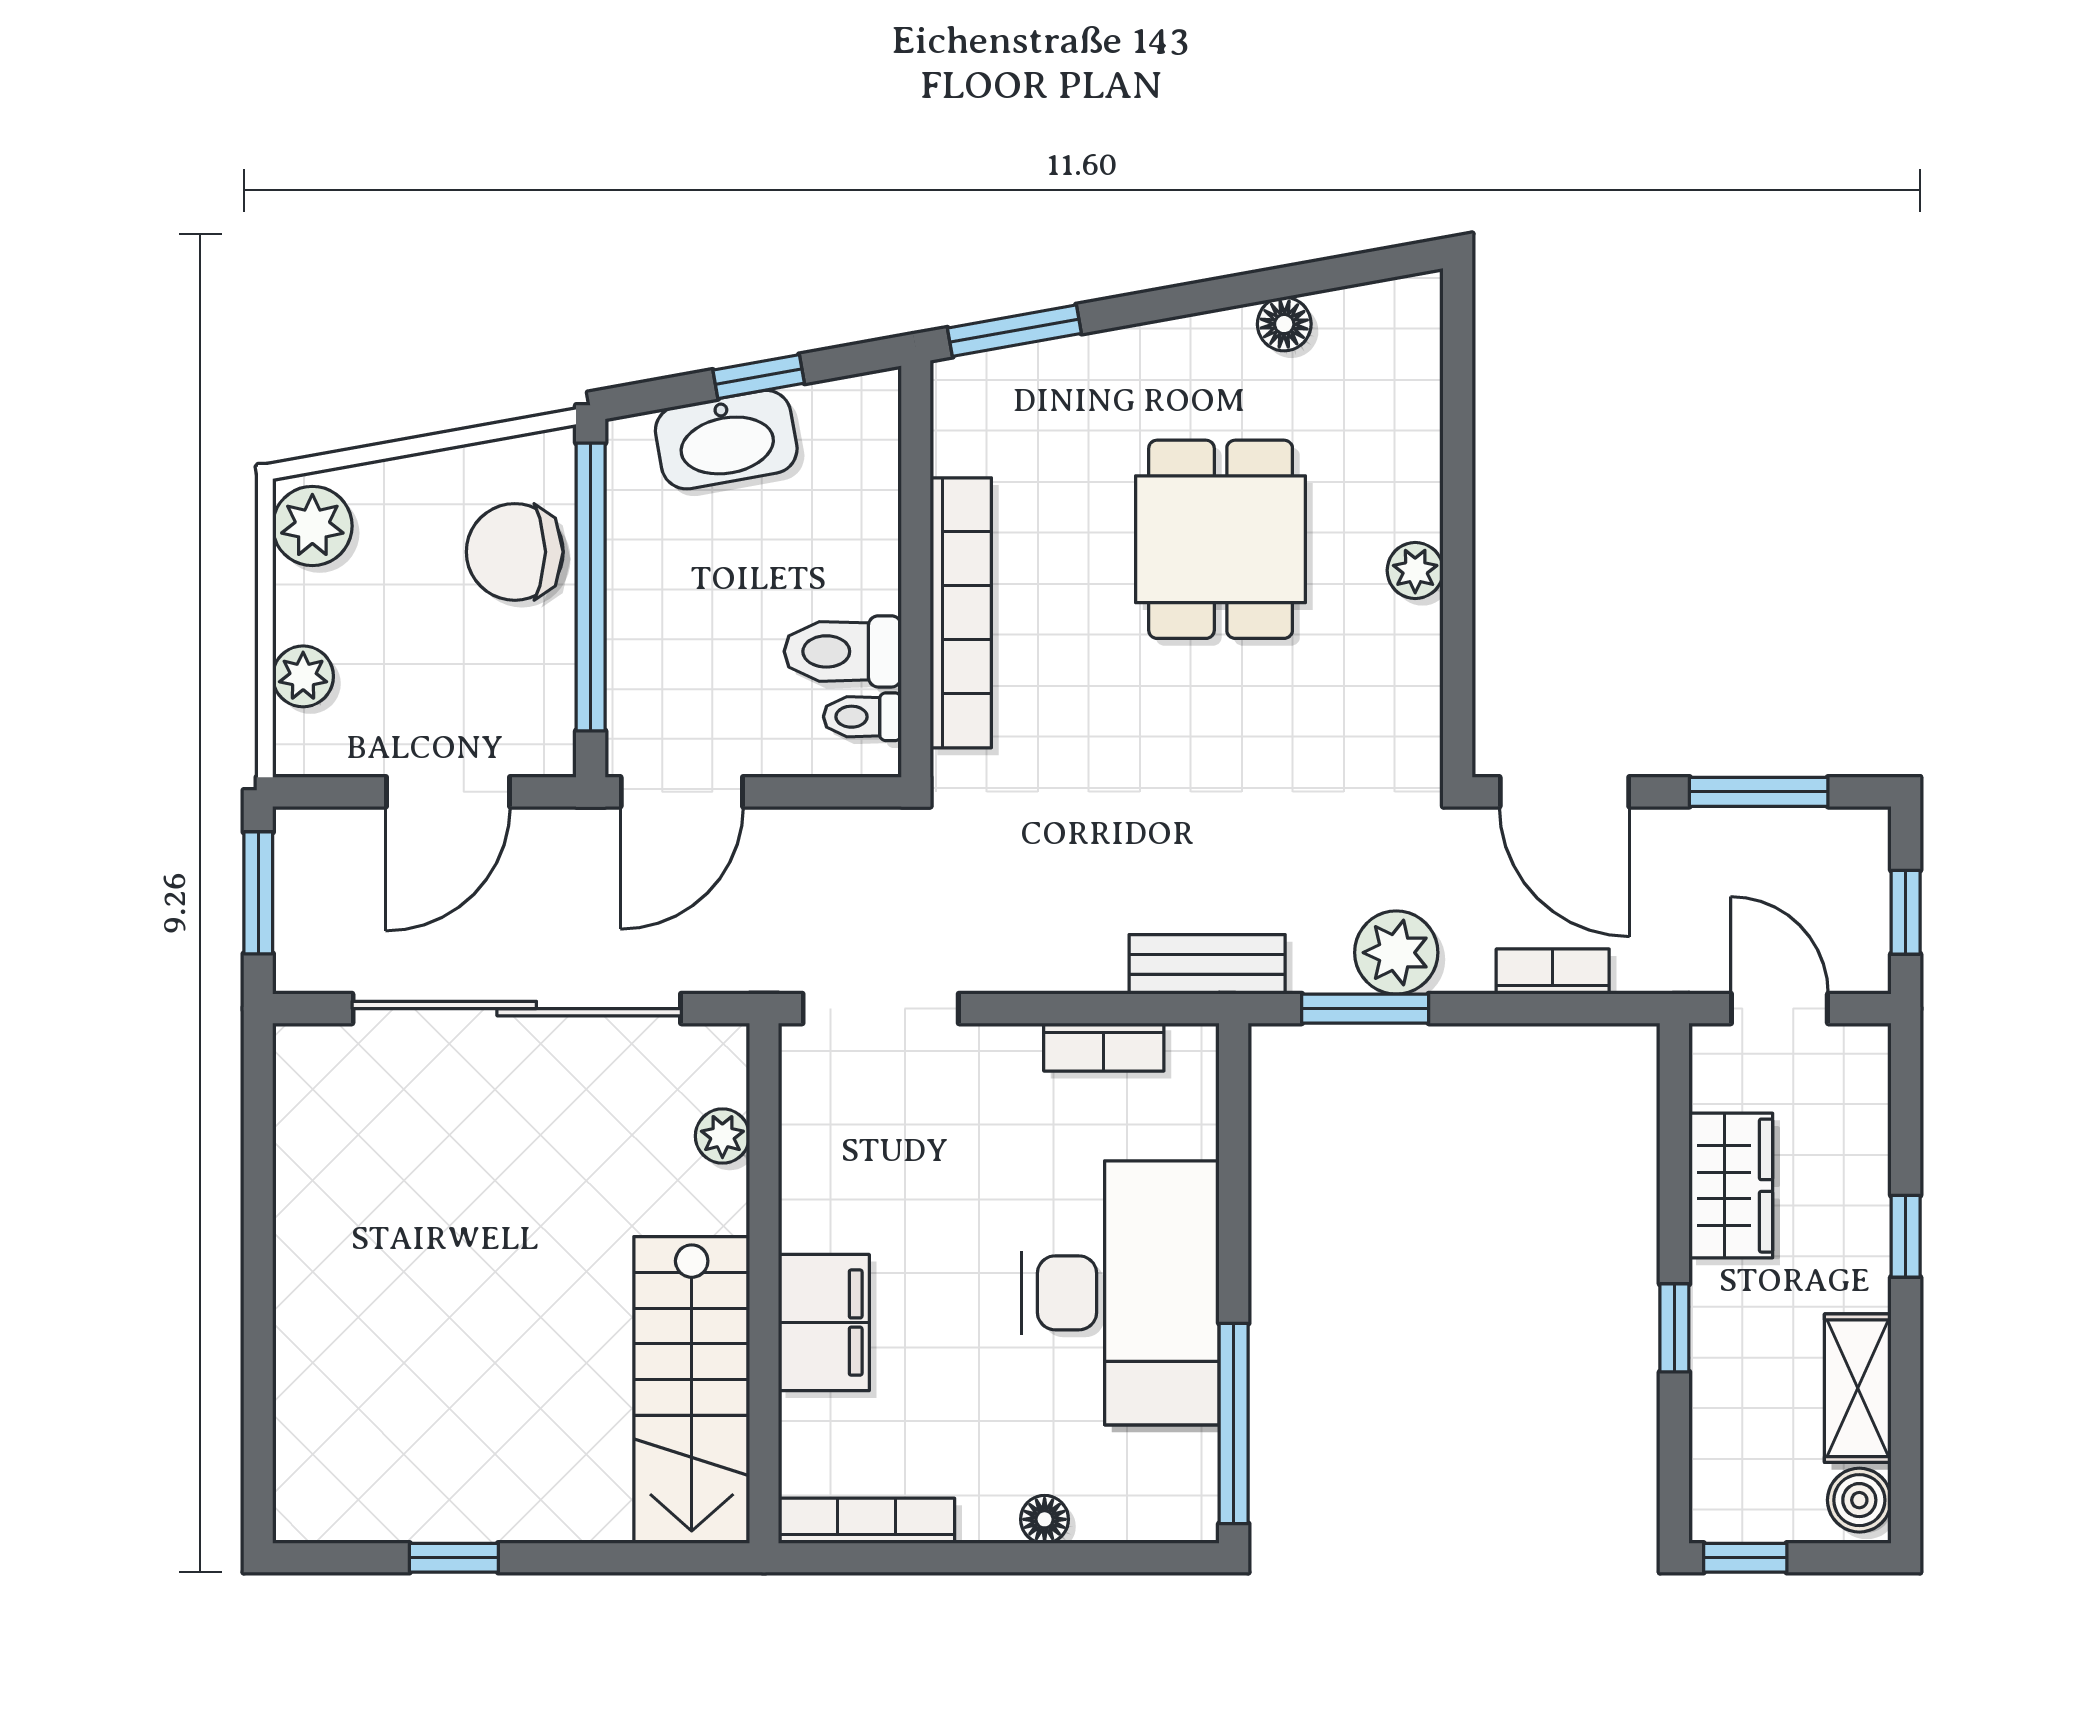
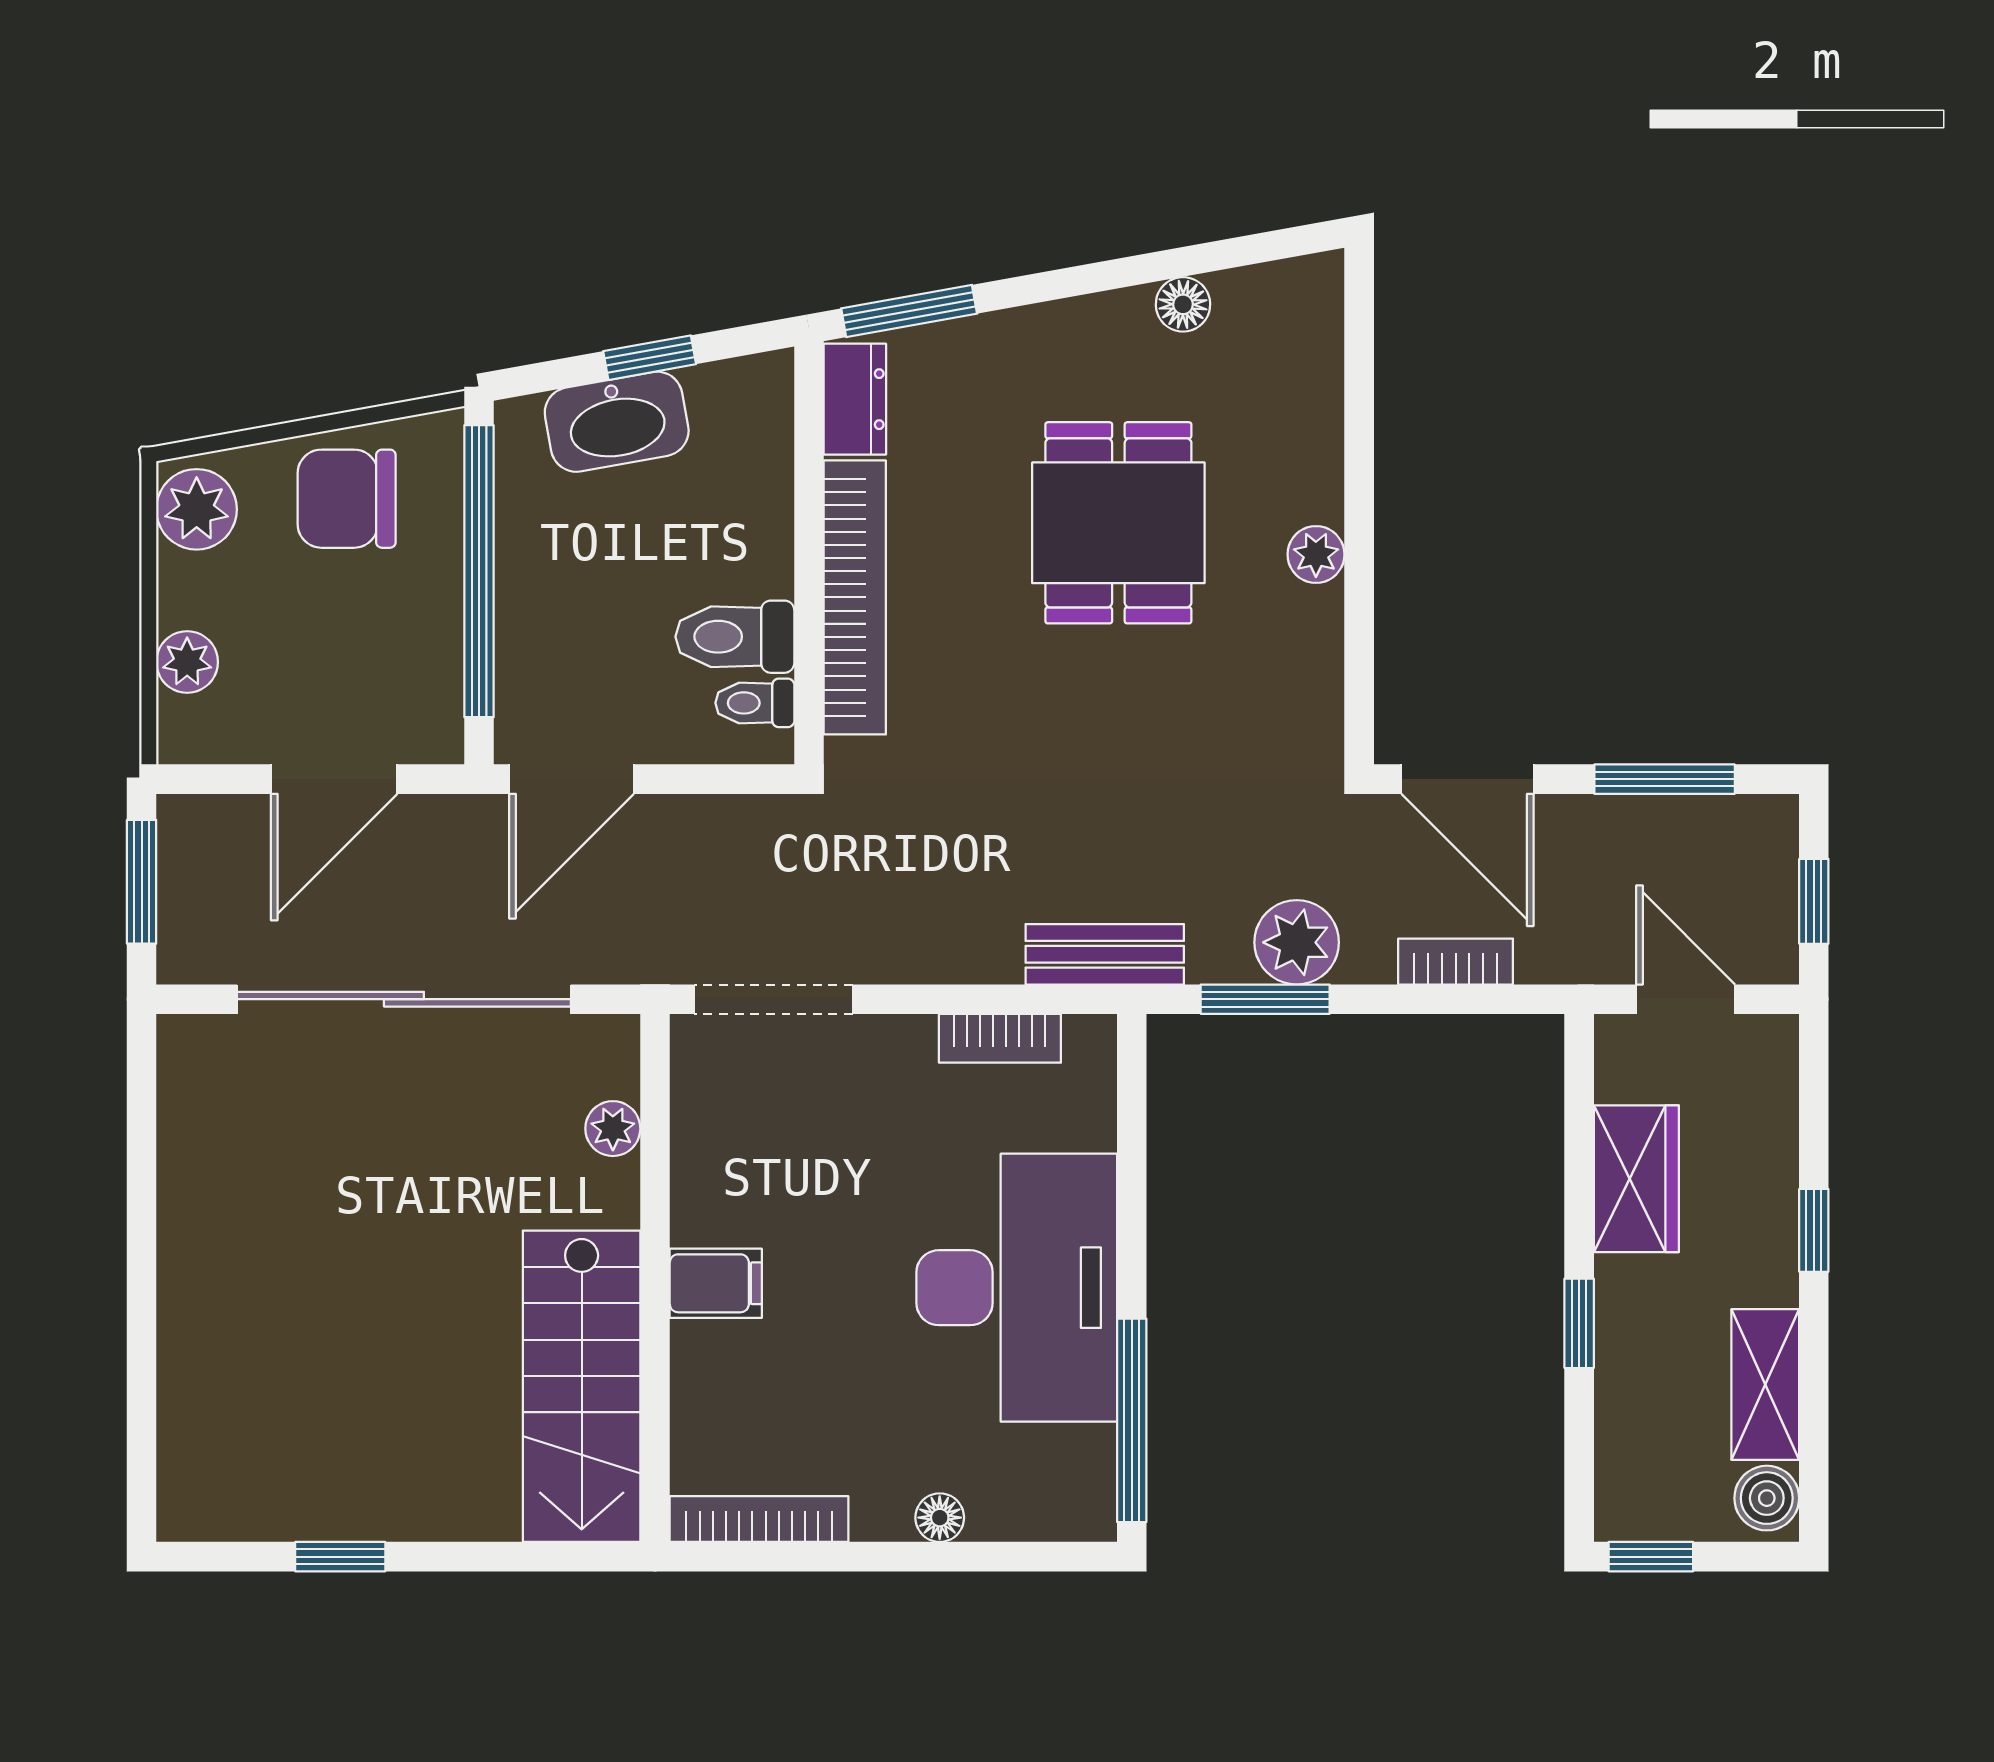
dresser: (961, 417) -> (855, 399), added
chair: (515, 552) -> (347, 499), moved
filing cabinet: (824, 1323) -> (716, 1283), width x0.50

